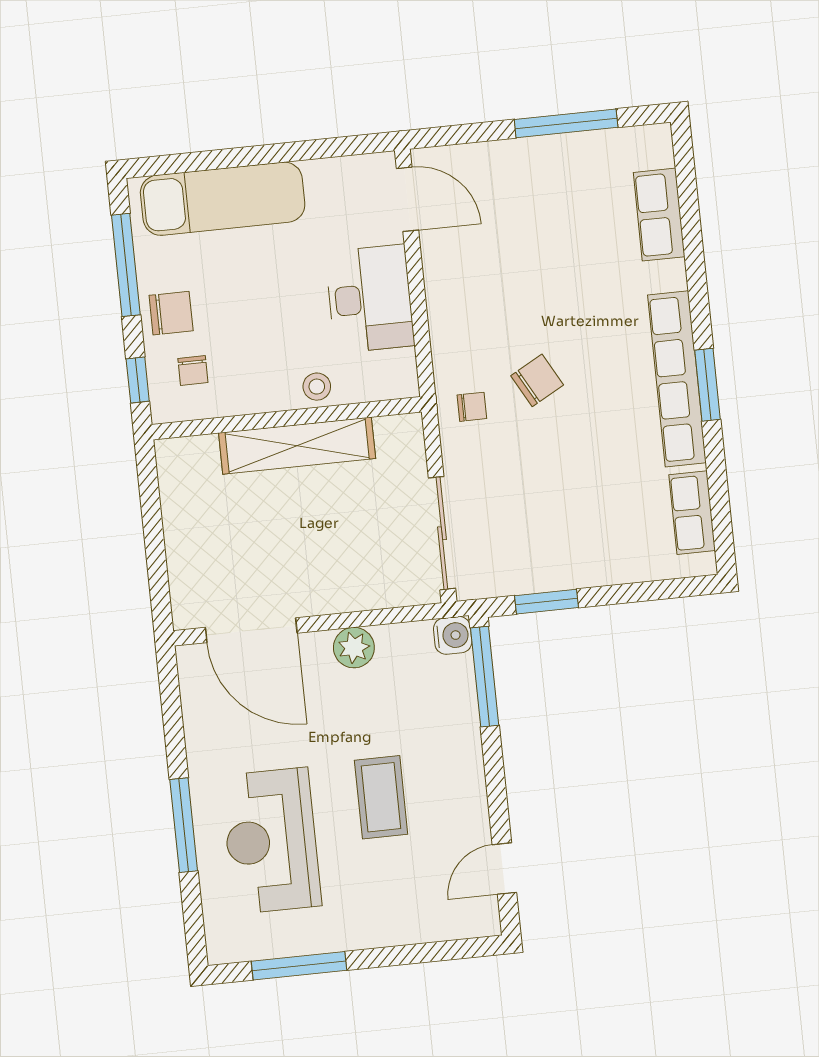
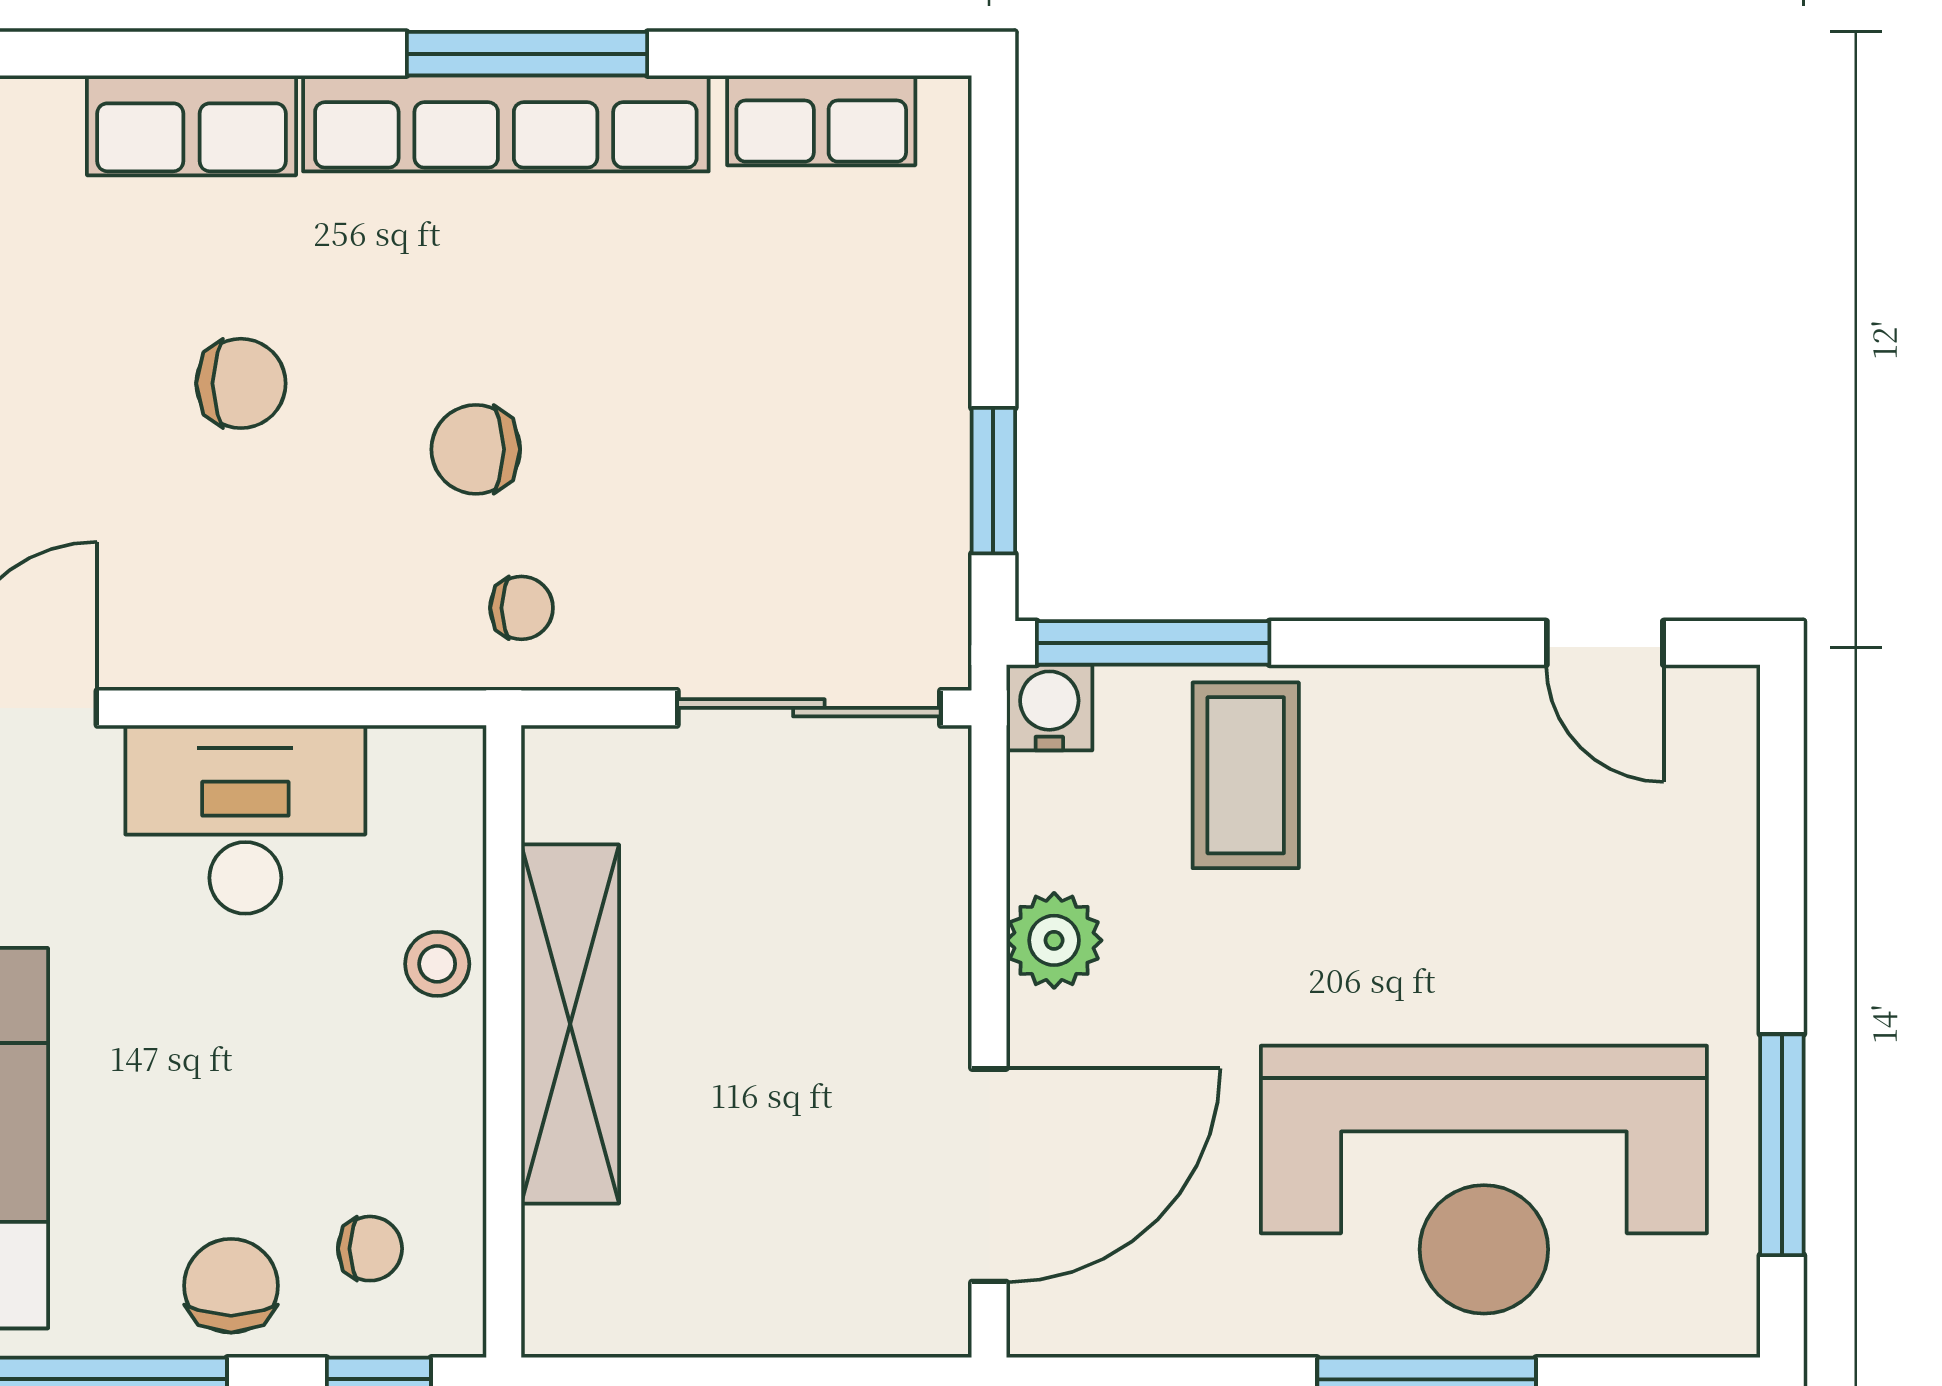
row of seats: (659, 215) -> (192, 125), moved
chair: (555, 278) -> (241, 383), added
chair: (537, 380) -> (476, 449), turned -61
window: (707, 385) -> (527, 54), width x1.44
chair: (472, 407) -> (521, 608), turned 90
coffee table: (381, 797) -> (1246, 775), moved, turned 90
reception desk: (271, 841) -> (1484, 1180), width x1.36, depth x1.30

